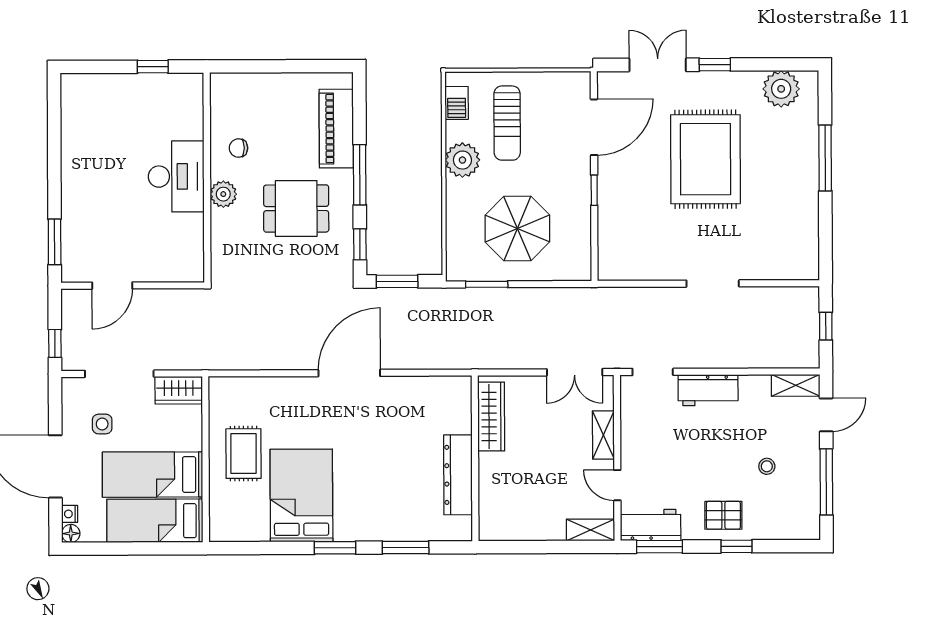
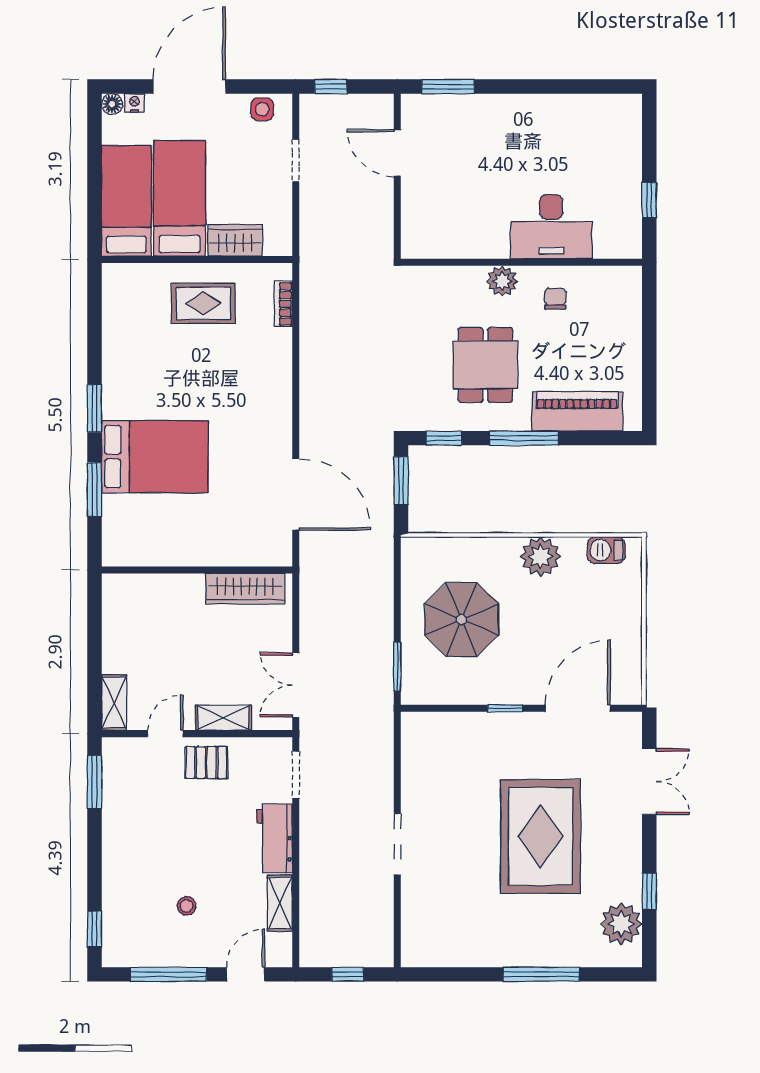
window: (715, 65) -> (649, 891), moved
sun lounger: (507, 123) -> (583, 608), removed
door: (594, 127) -> (578, 708), swing flipped
rug: (705, 159) -> (540, 836), turned 90
desk: (176, 176) -> (551, 227), moved
window: (487, 284) -> (397, 666), moved
door: (349, 373) -> (296, 494), moved
doorway: (119, 374) -> (296, 161), width x0.53
bookcase: (244, 384) -> (283, 304), added
shelving: (796, 385) -> (280, 903), moved
wardrobe: (179, 390) -> (235, 240), moved, turned 90
door: (826, 415) -> (246, 974), swing flipped
side table: (102, 424) -> (262, 109), moved
dresser: (458, 475) -> (178, 550), removed
bed: (301, 495) -> (155, 457), moved
pallet: (723, 515) -> (206, 762), moved, turned 90
workbench: (651, 525) -> (119, 772), removed
window: (736, 546) -> (94, 929), moved

